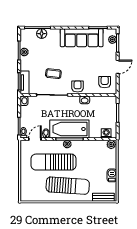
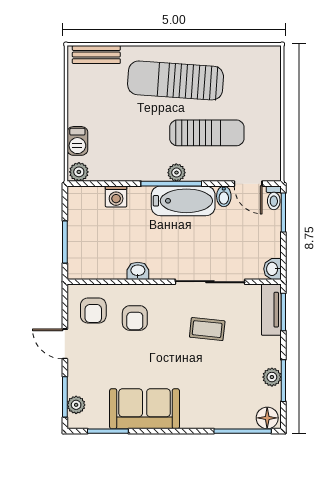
floor lamp: (42, 34) -> (267, 418), moved
sofa: (82, 38) -> (145, 409), width x0.73
door: (118, 67) -> (65, 344), hinge flipped
armchair: (78, 86) -> (135, 318), moved
bathtub: (69, 129) -> (183, 201), width x0.73, depth x0.73
washing machine: (106, 133) -> (116, 196), moved
door: (35, 139) -> (248, 184), hinge flipped
sun lounger: (54, 162) -> (207, 133), width x0.73, depth x0.75
barbecue: (112, 175) -> (77, 141), moved

